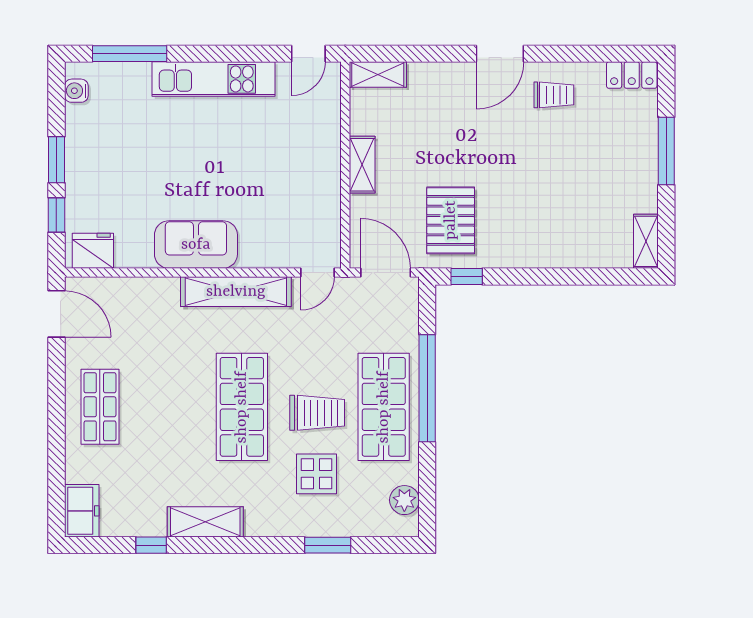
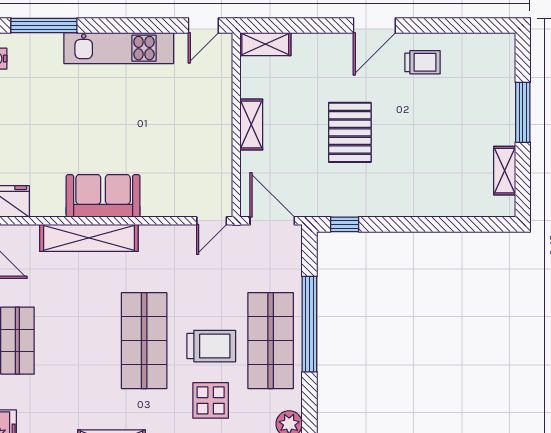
locker: (632, 75) -> (492, 45), removed
pallet: (451, 220) -> (350, 132), moved
shelving: (646, 241) -> (505, 171), moved
shelving: (236, 292) -> (89, 238), moved

